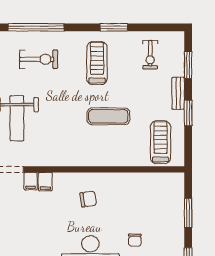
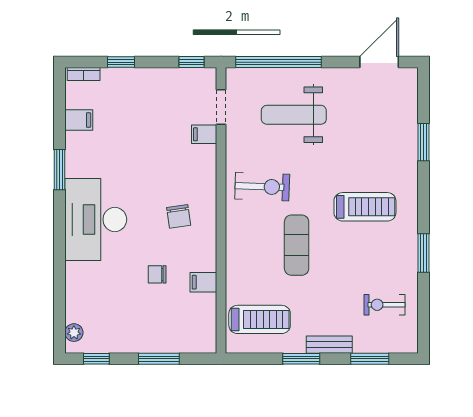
window: (36, 27) -> (423, 142), width x0.47
exercise bike: (39, 59) -> (262, 187), moved, turned -88
treadmill: (97, 63) -> (365, 207), moved
filing cabinet: (45, 182) -> (203, 282), moved
chair: (135, 240) -> (157, 274), moved

